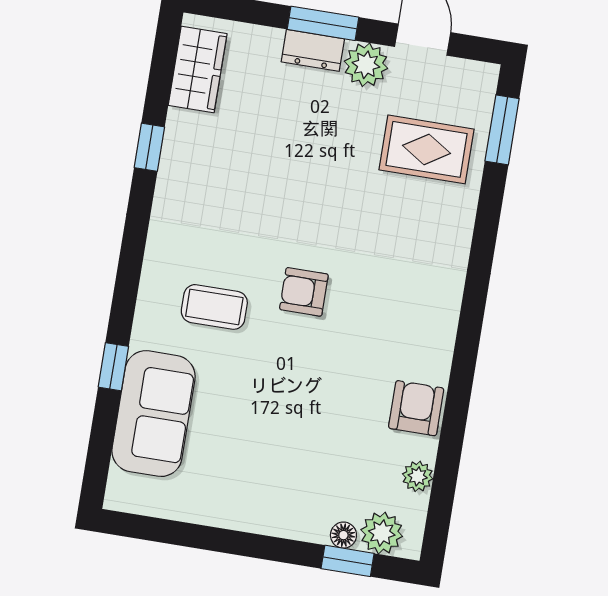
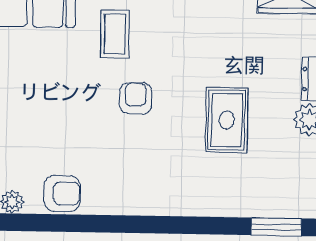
rug: (427, 149) -> (227, 120), moved

